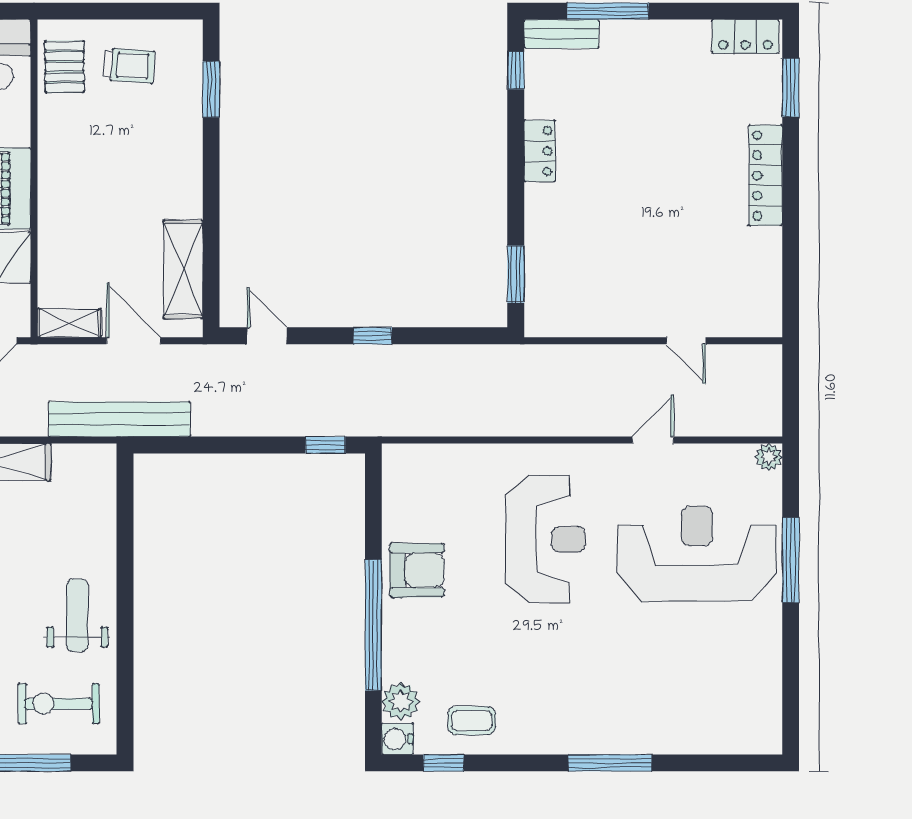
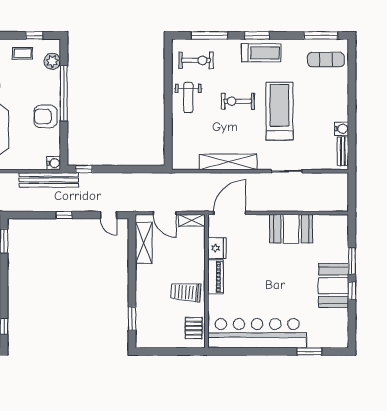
trolley: (129, 66) -> (186, 292), moved, width x1.36, depth x1.39
bench: (119, 419) -> (49, 180), moved
water cooler: (397, 739) -> (54, 163), moved

